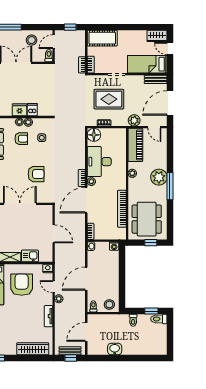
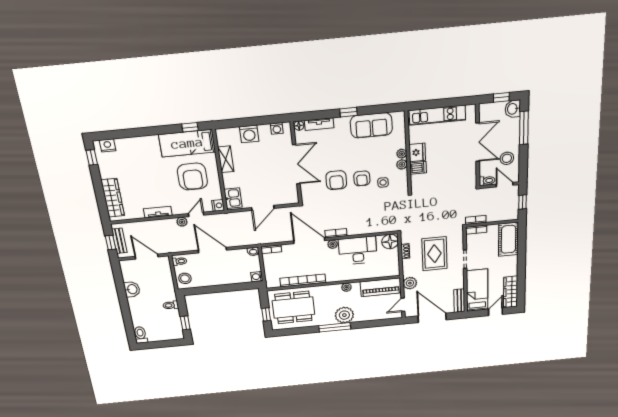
wardrobe: (157, 36) -> (511, 292), width x1.50
armchair: (21, 139) -> (362, 178), moved
kitchen sink: (30, 256) -> (233, 198), moved
armchair: (22, 285) -> (192, 177), turned 90
toilet: (159, 319) -> (141, 335), moved

